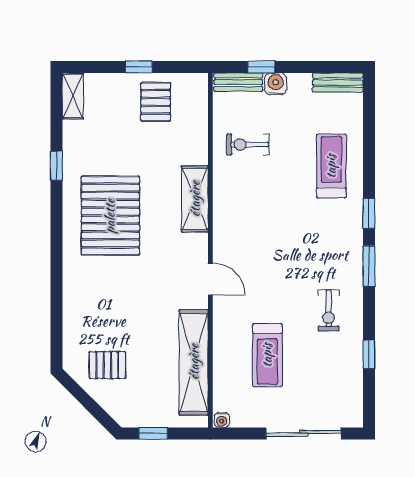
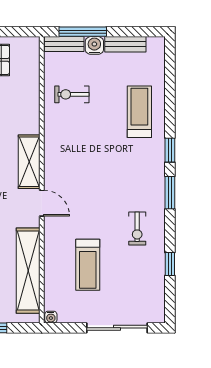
window: (261, 67) -> (83, 32), width x2.17
bench: (338, 82) -> (125, 44), moved
shelving: (195, 199) -> (29, 162), moved

